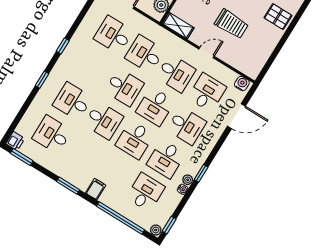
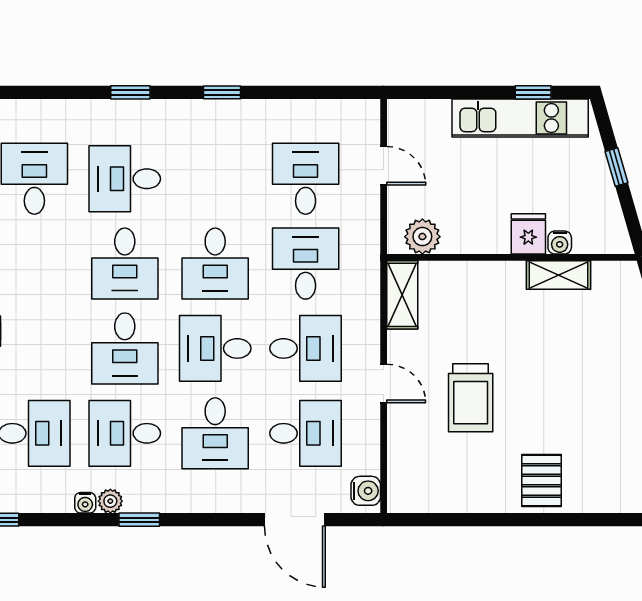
desk: (176, 73) -> (306, 348), turned -90
desk: (72, 101) -> (125, 179), turned -90
desk: (135, 140) -> (125, 348), turned -90

